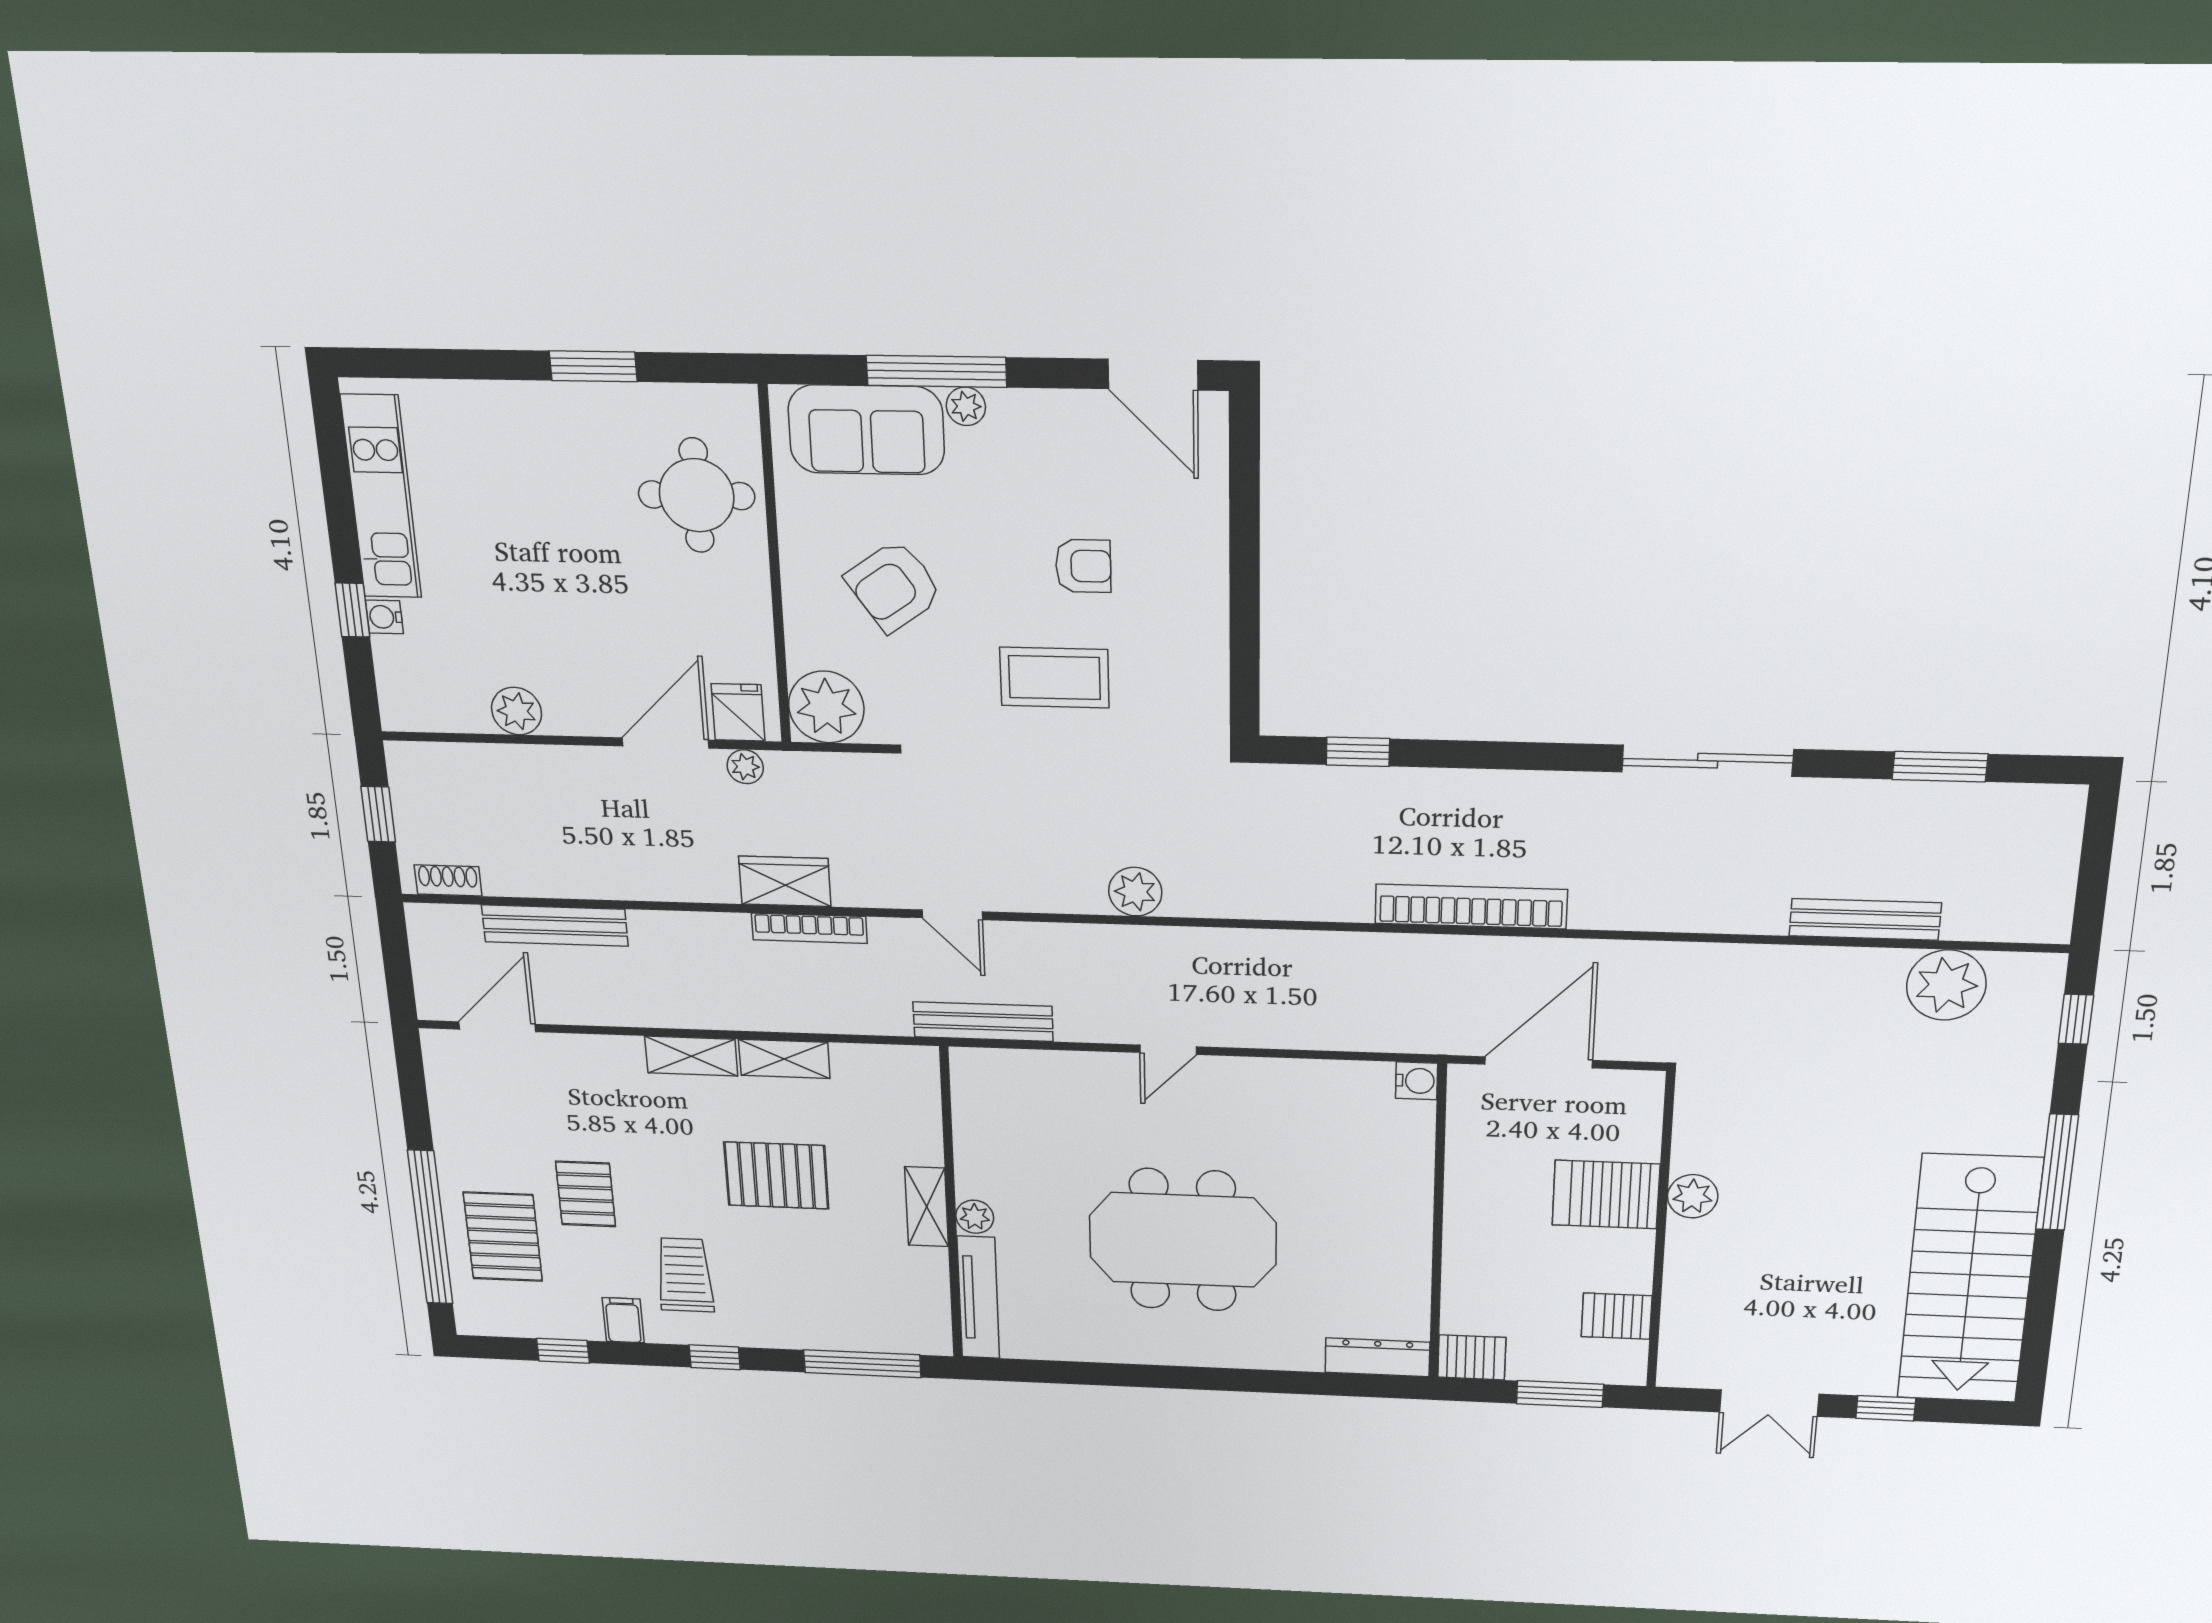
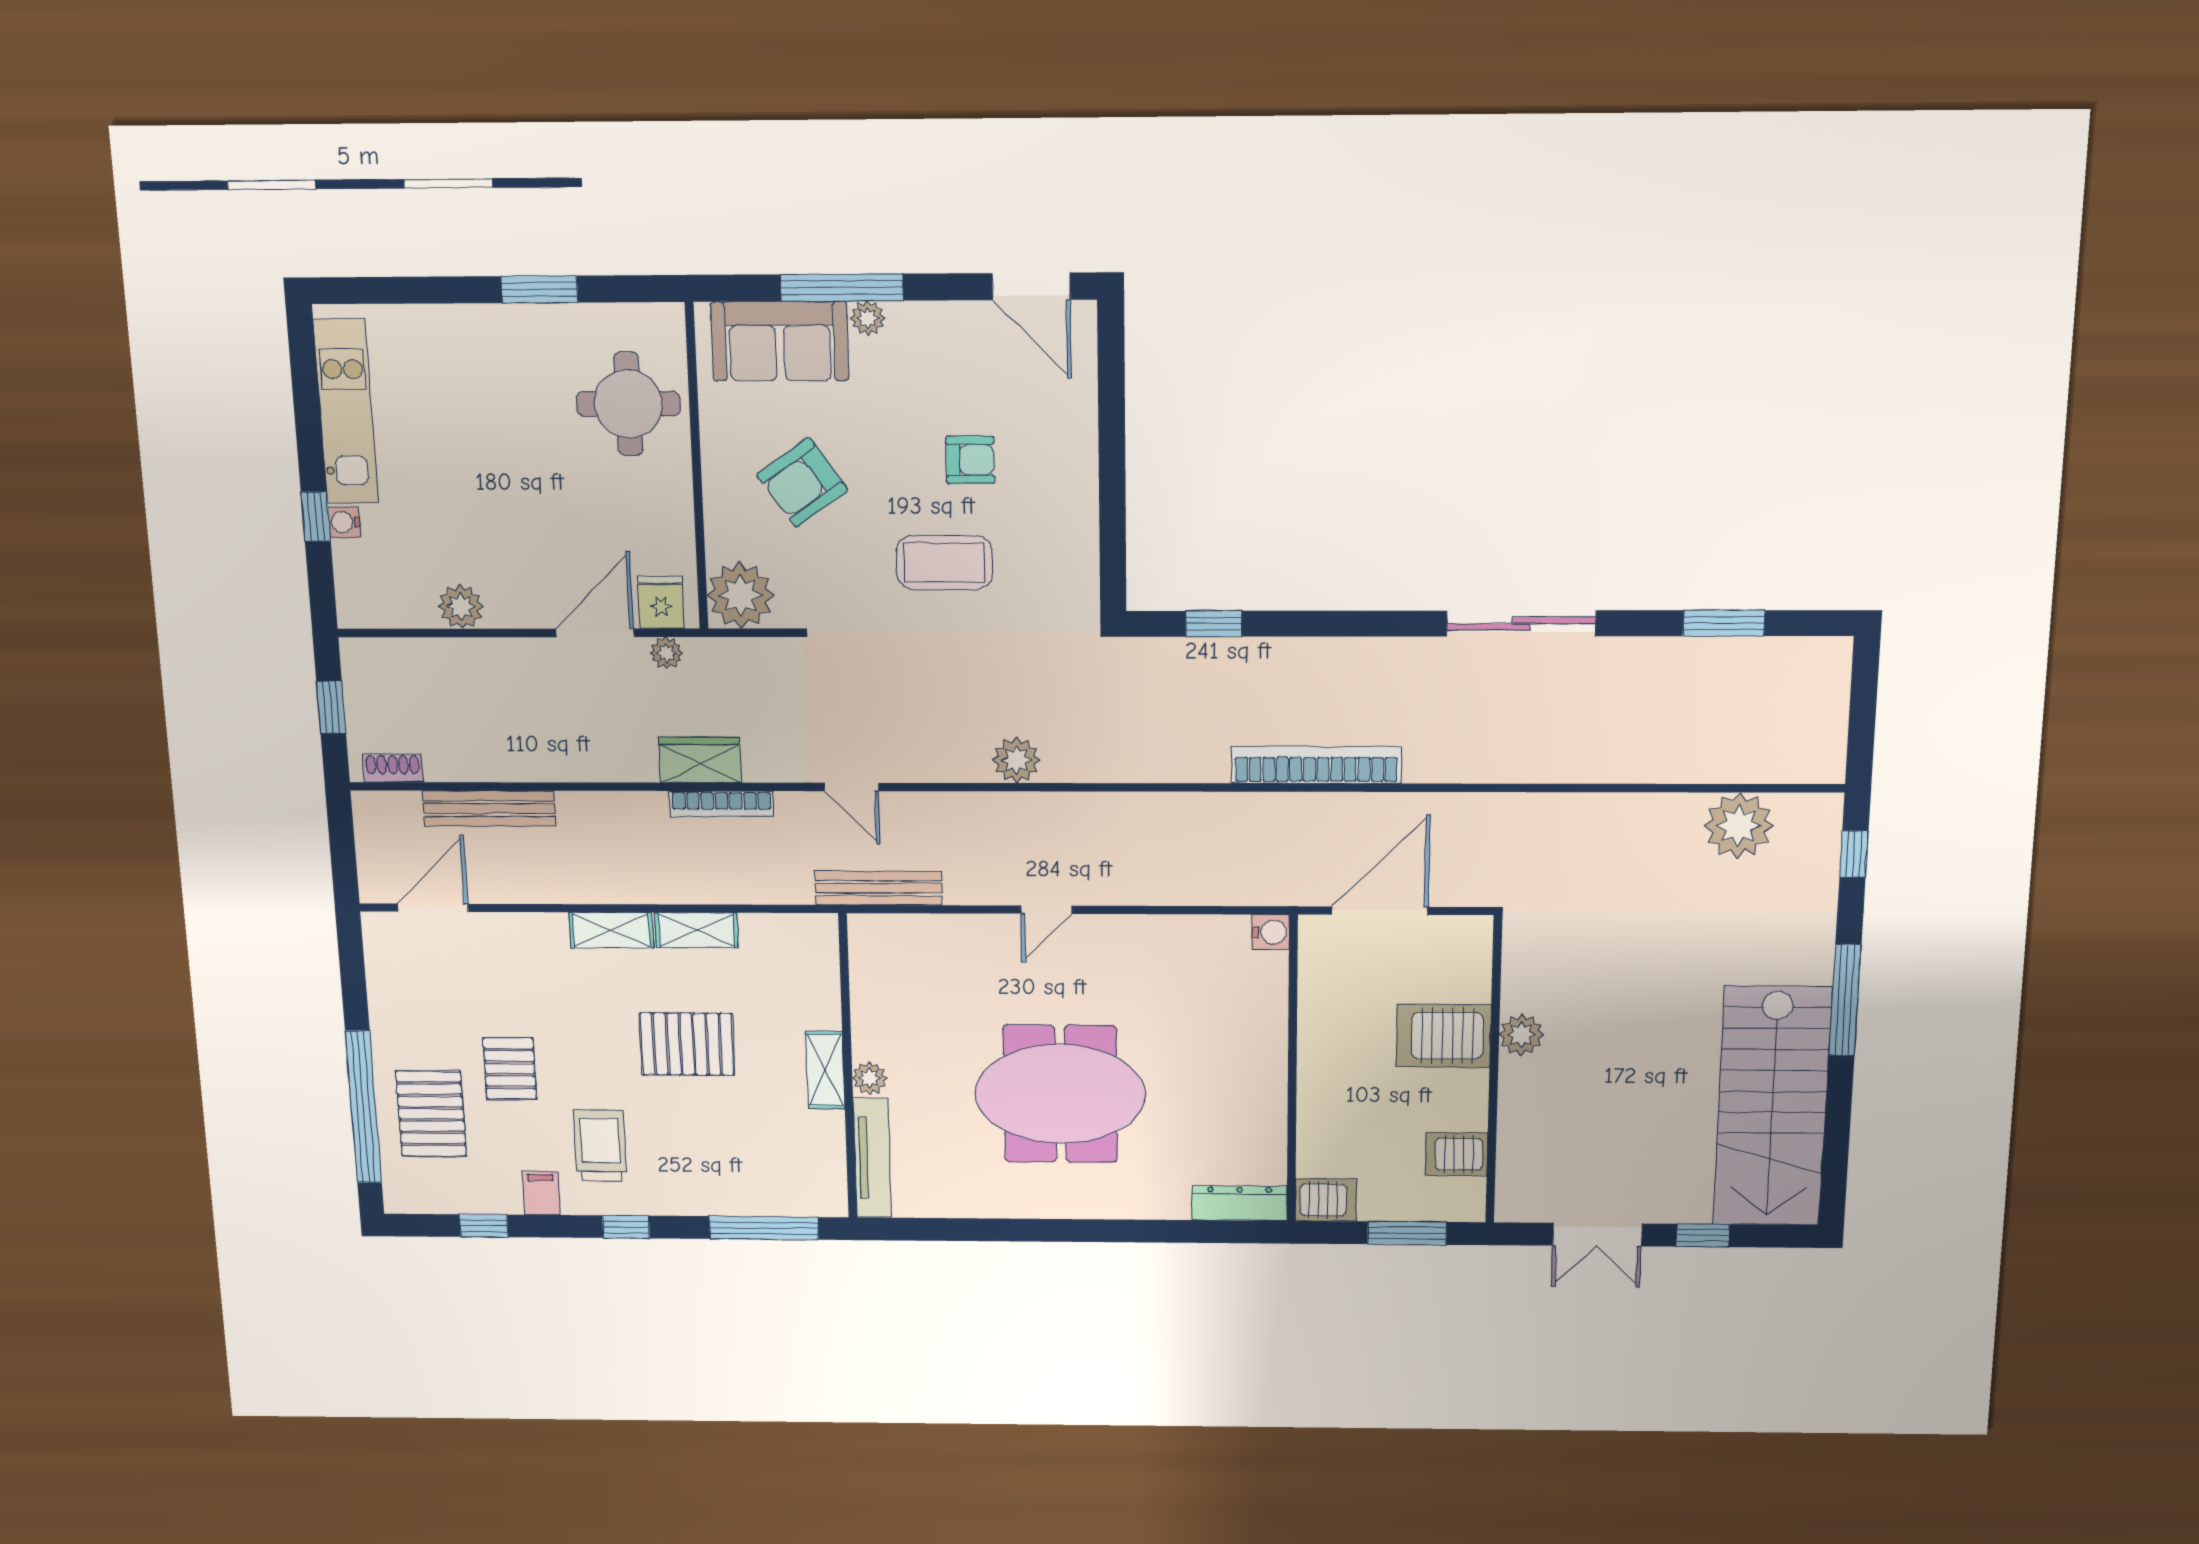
bench: (1865, 919) -> (1665, 766), removed

